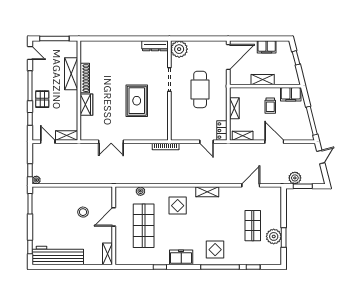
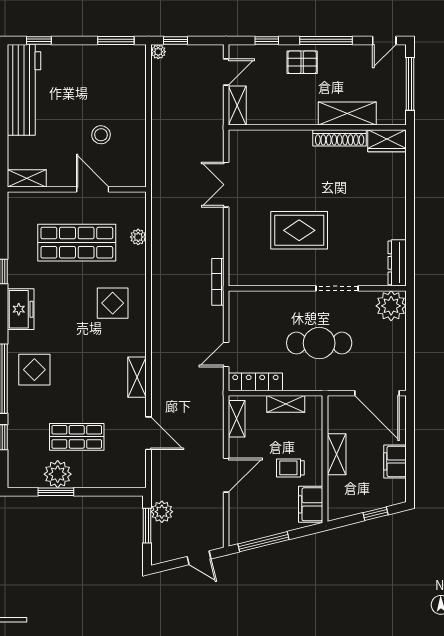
wardrobe: (86, 105) -> (387, 141), moved
locker: (222, 131) -> (255, 382), width x1.53
shelving: (207, 192) -> (137, 377), moved

